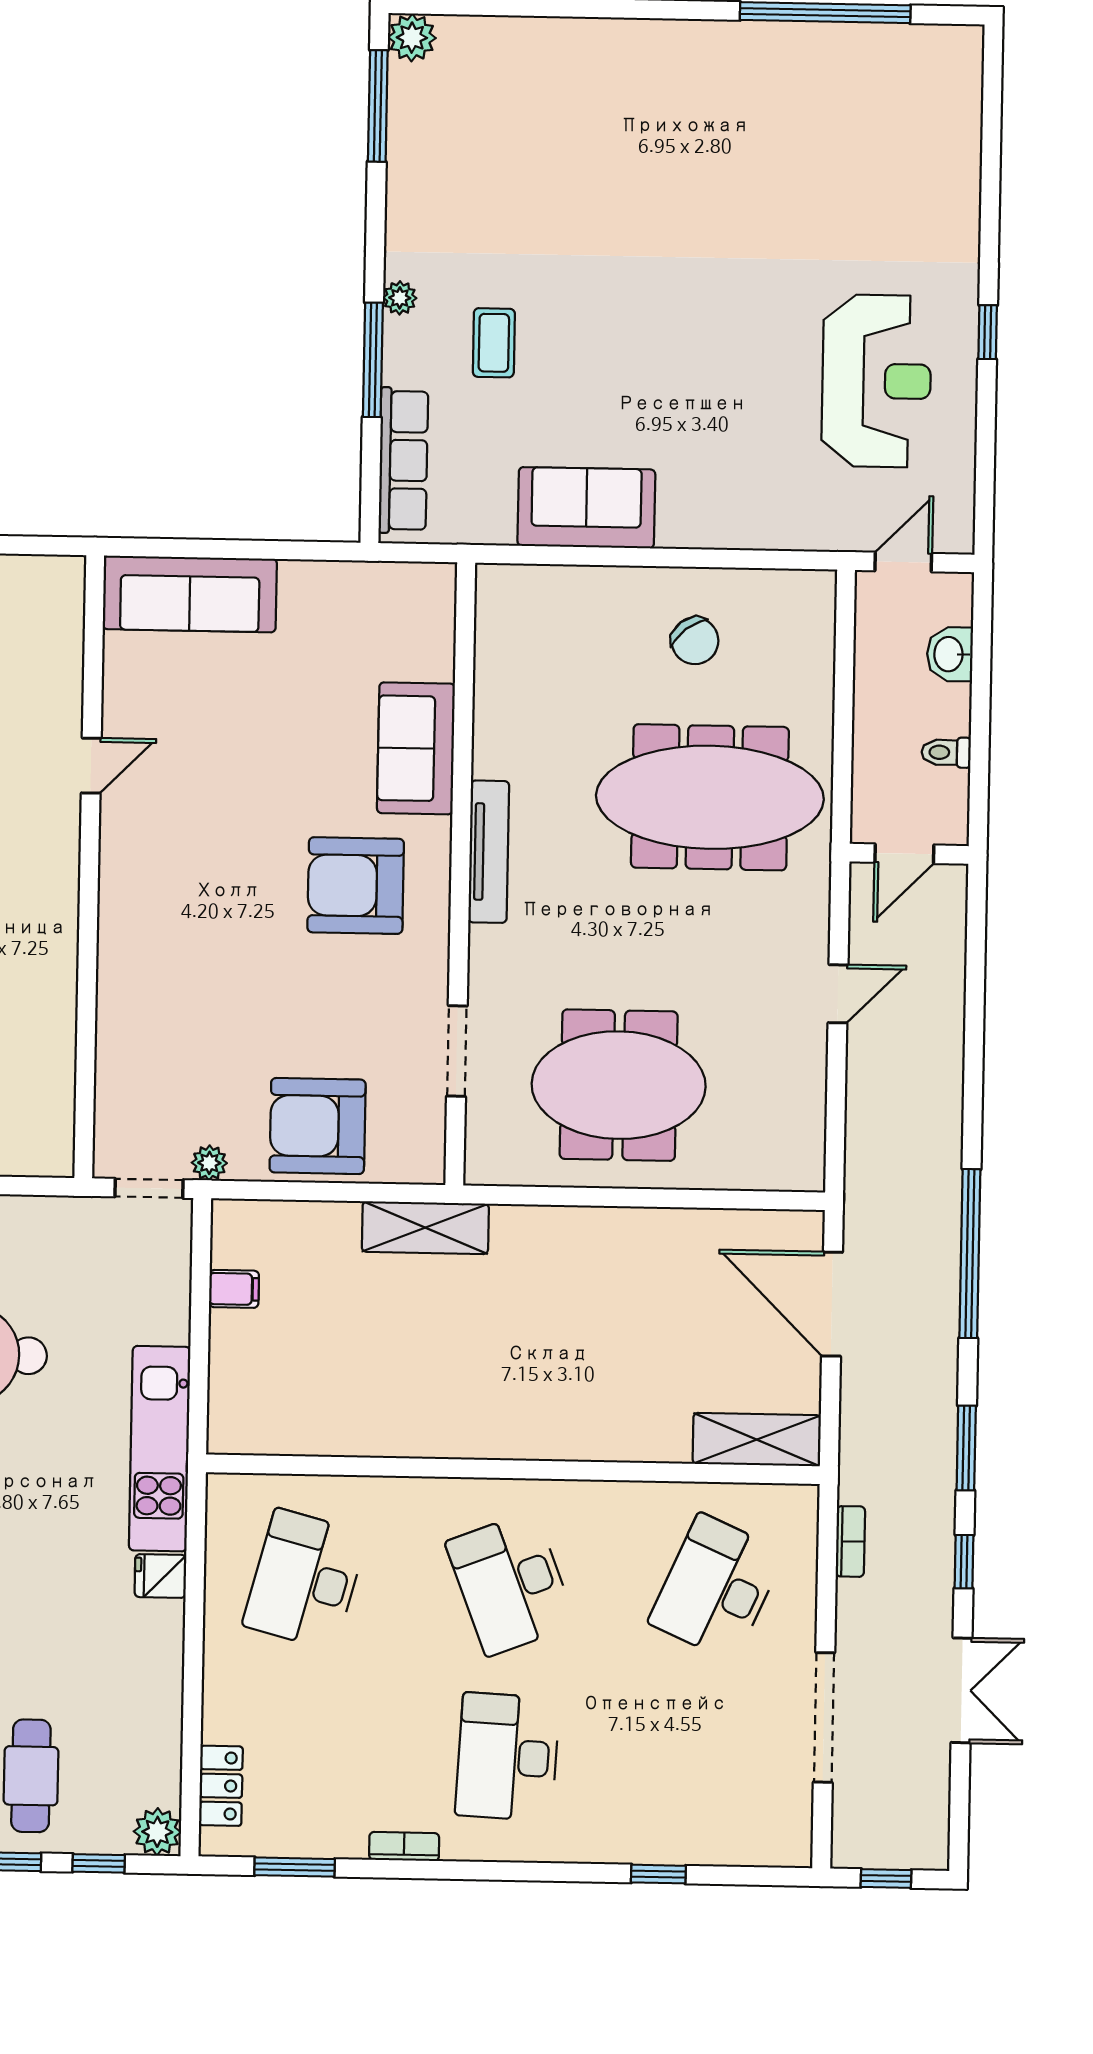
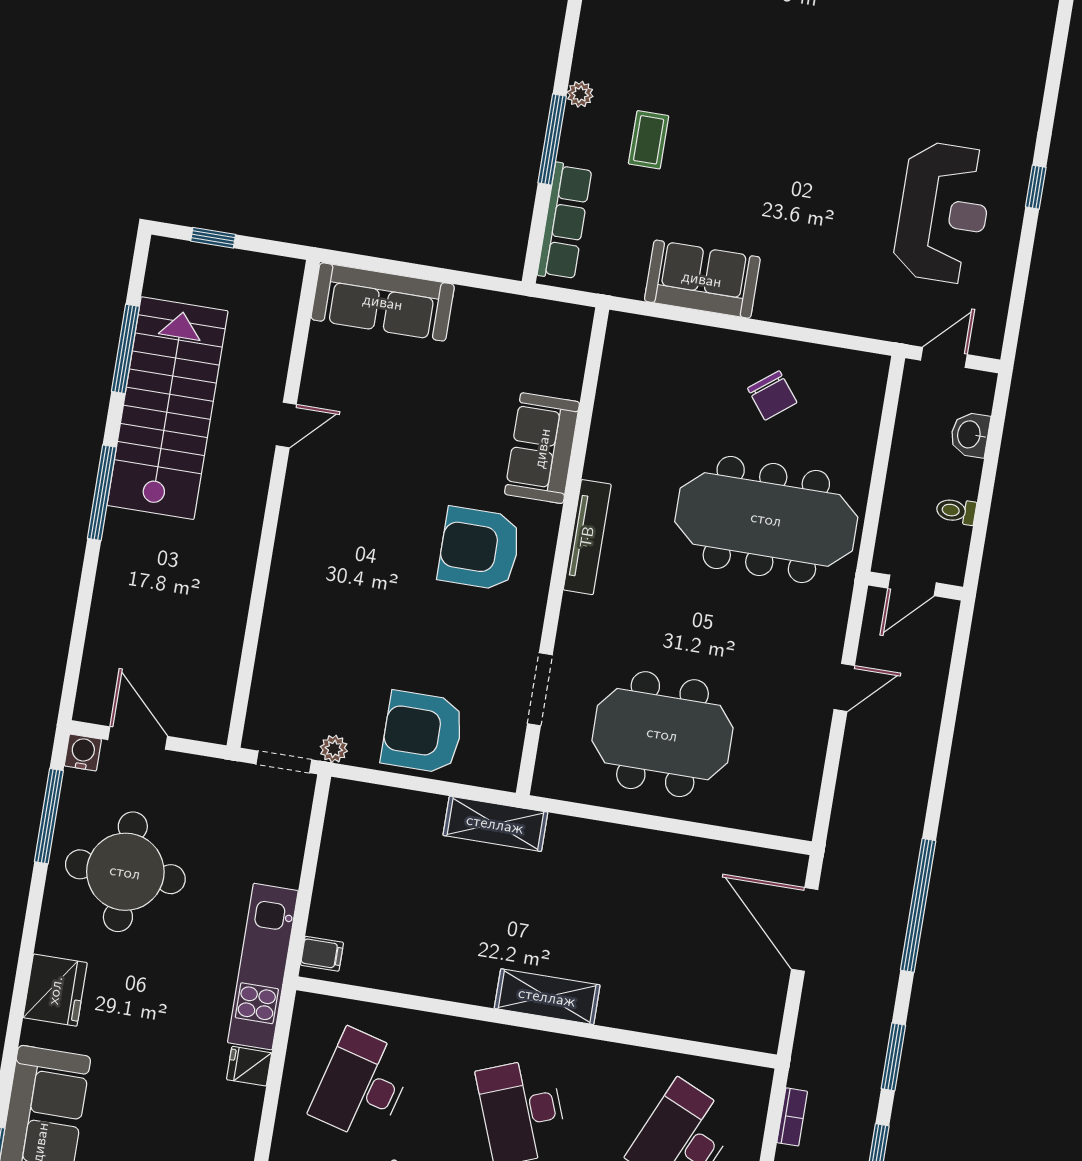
filing cabinet: (234, 1289) -> (322, 954), moved
shelving: (757, 1440) -> (547, 997), moved

